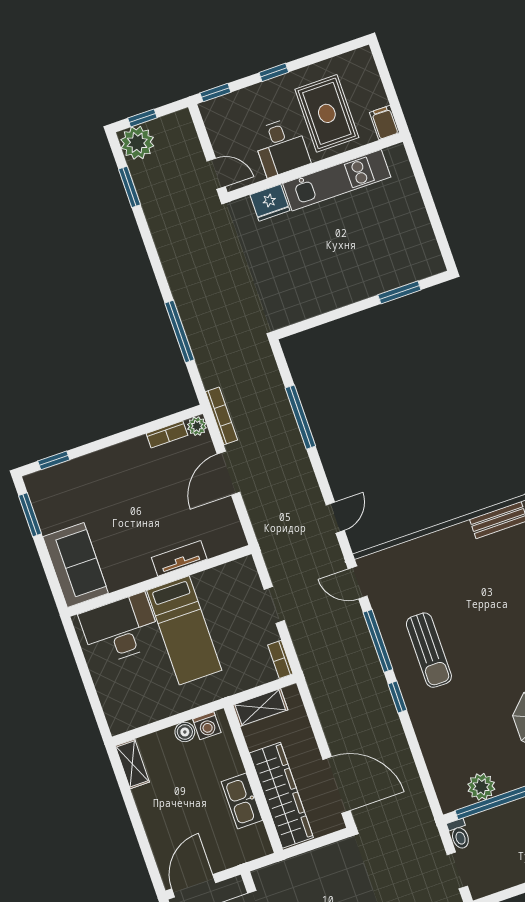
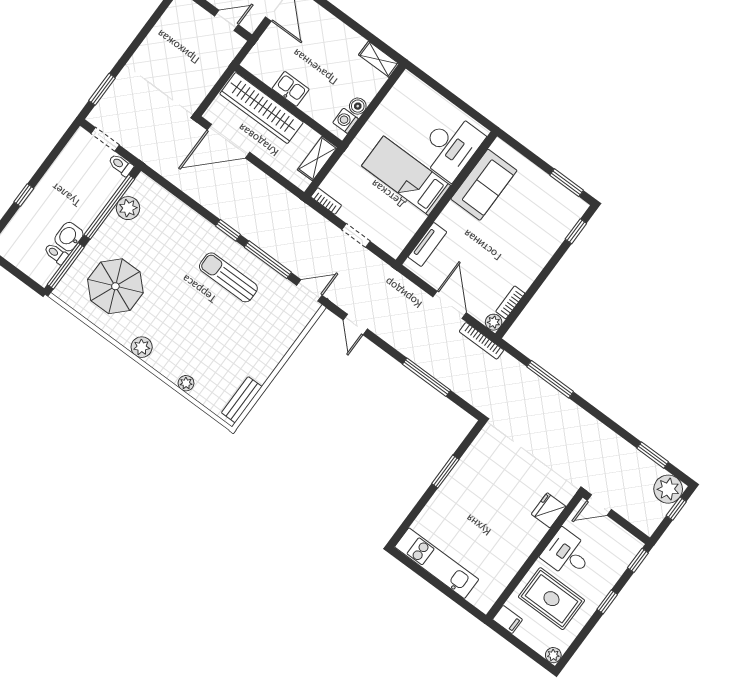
plant: (363, 56) -> (553, 655), added
kitchen unit: (337, 180) -> (437, 563), moved, turned 90
window: (399, 292) -> (445, 472), moved
tv unit: (179, 558) -> (427, 244), moved
sofa: (76, 565) -> (484, 185), moved, turned -90
kitchen sink: (242, 801) -> (291, 89), width x0.73

